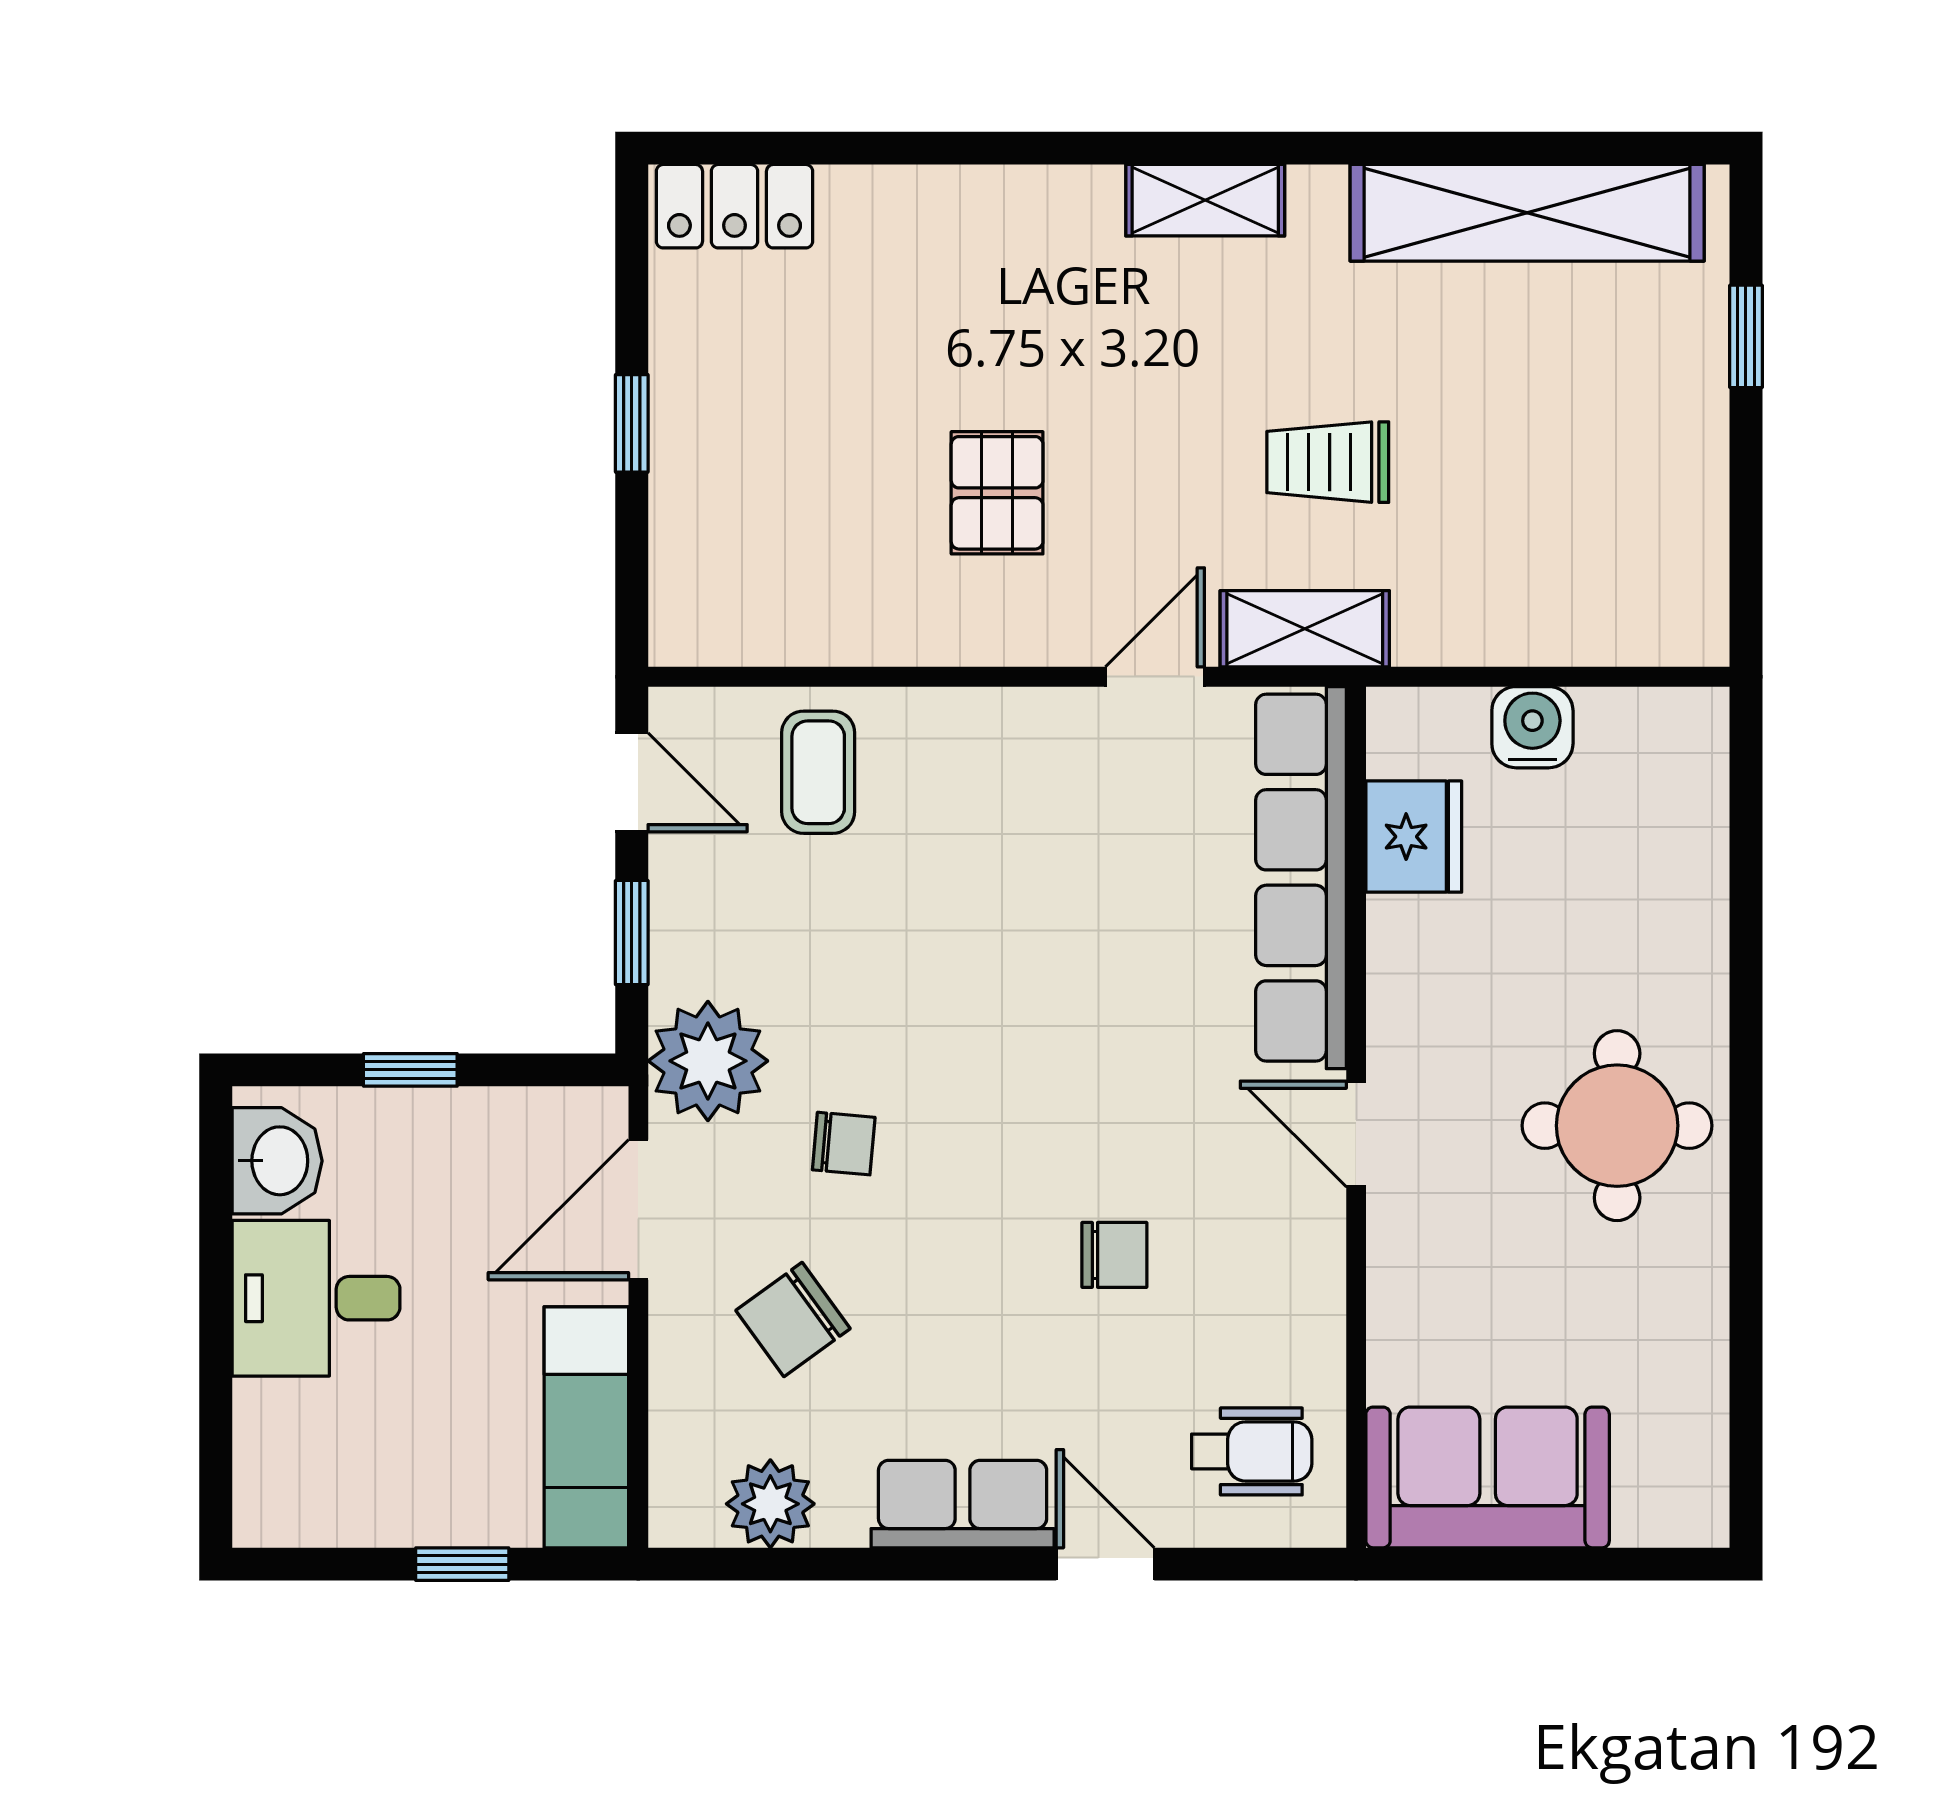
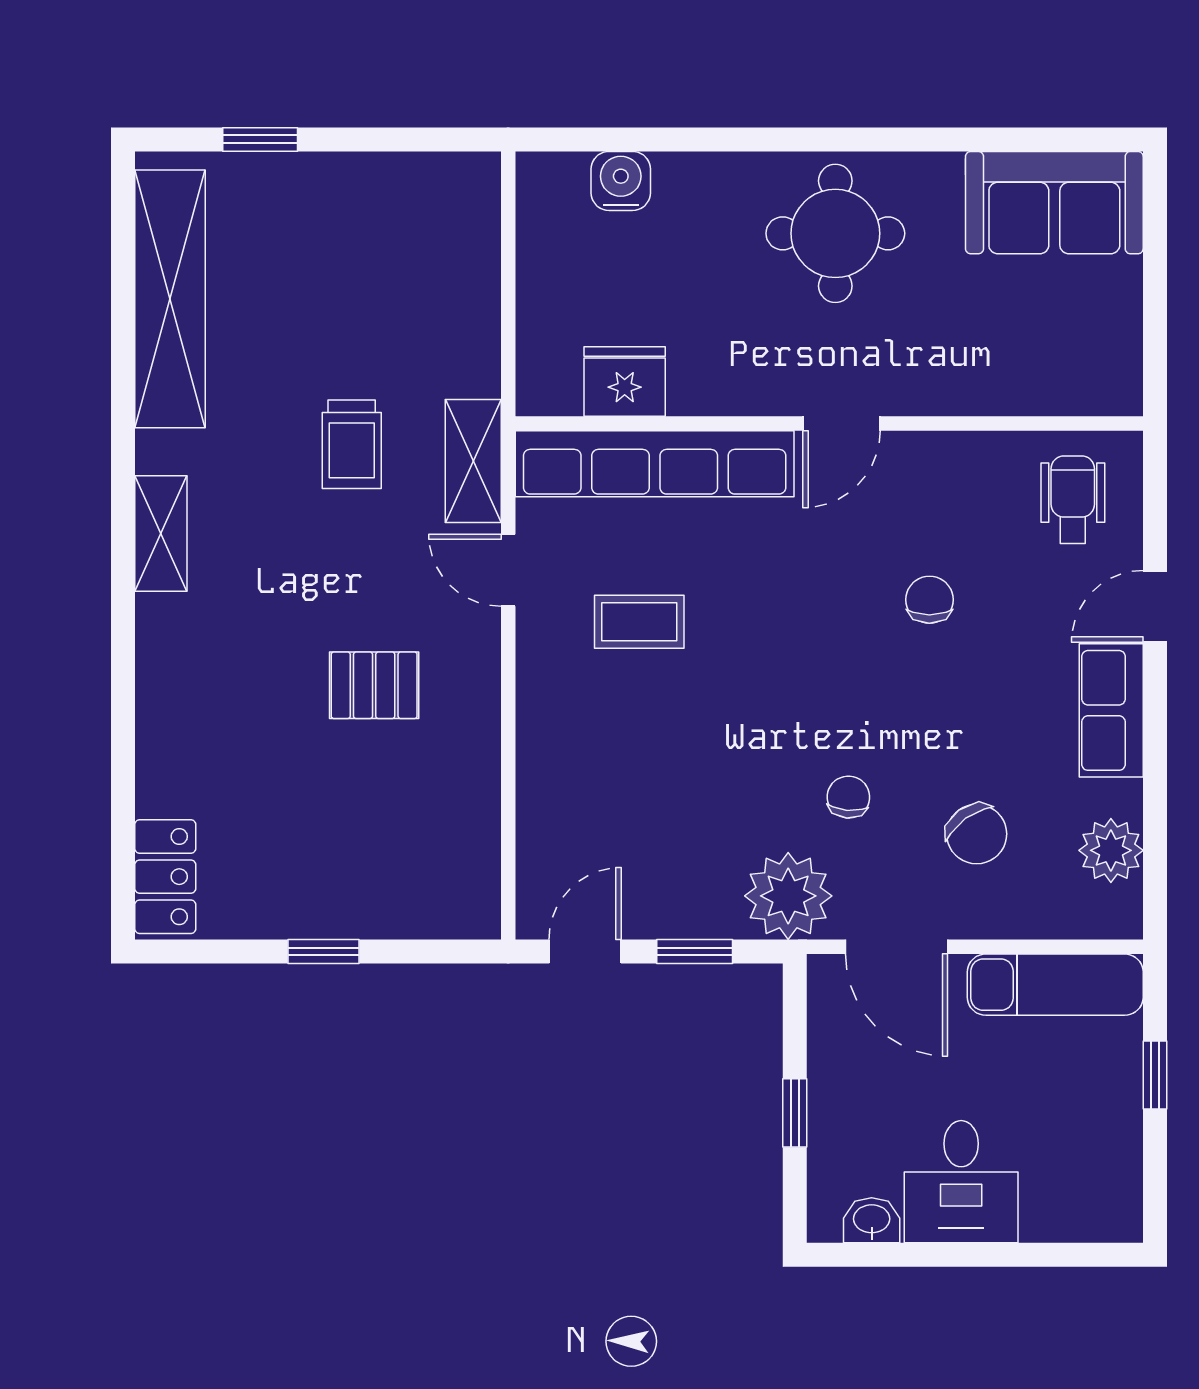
water cooler: (1532, 727) -> (621, 181), moved, turned 90
coffee table: (818, 772) -> (639, 622), moved
washbasin: (277, 1161) -> (872, 1220), width x0.72, depth x0.69
sofa: (1488, 1477) -> (1054, 203), moved, turned -90

